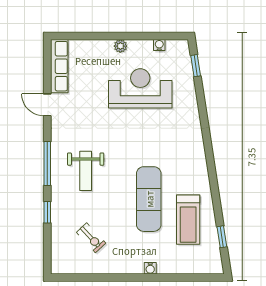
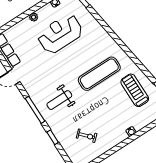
weight bench: (86, 171) -> (59, 100), turned 90
exercise mat: (149, 199) -> (99, 74), moved, turned 90
treadmill: (188, 220) -> (135, 90), turned 180

